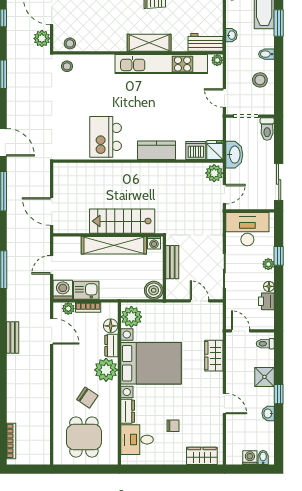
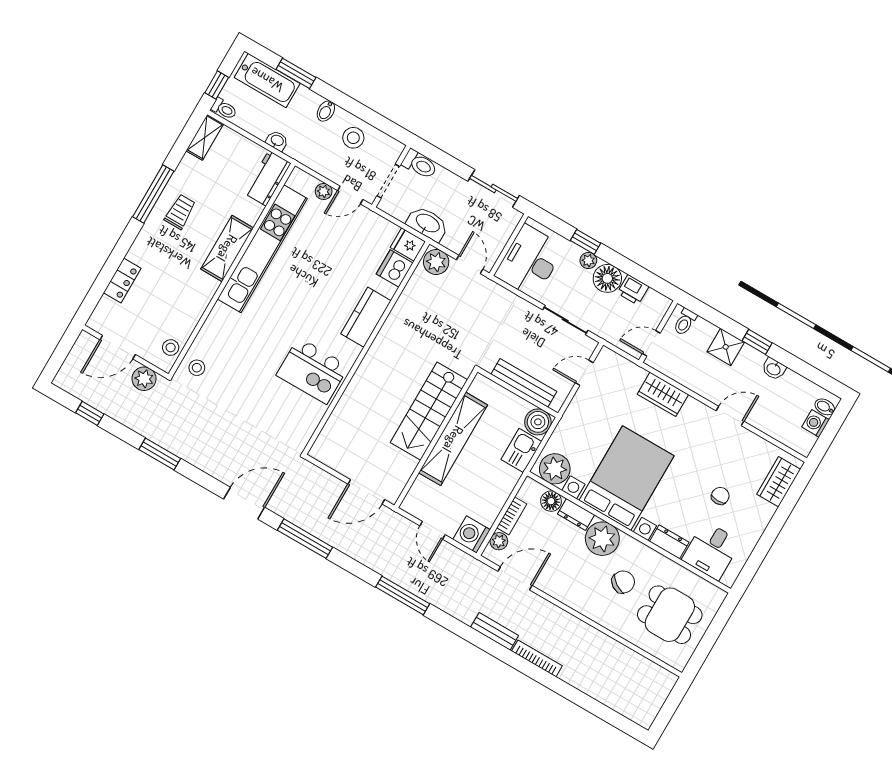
plant: (217, 60) -> (324, 191), moved
washing machine: (154, 243) -> (479, 387), removed
bench: (172, 262) -> (524, 383), width x1.36
floor lamp: (269, 286) -> (607, 278), width x1.89, depth x1.89
kitchen sink: (86, 290) -> (521, 450), moved
bookcase: (11, 441) -> (537, 658), moved

